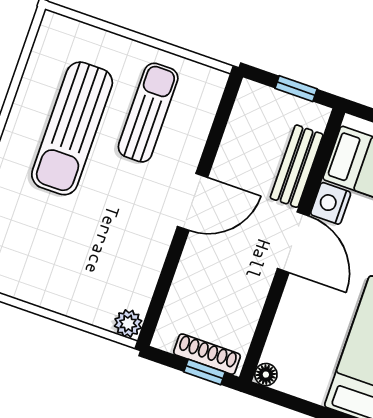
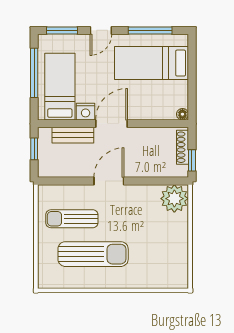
door: (192, 202) -> (109, 181), hinge flipped
plant: (128, 323) -> (174, 199), width x1.88, depth x1.88
window: (204, 372) -> (192, 160), moved

